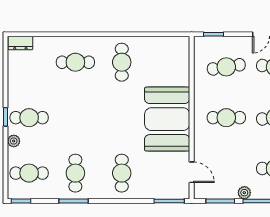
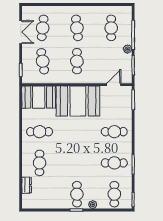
dresser: (20, 43) -> (27, 185), moved
booth: (173, 61) -> (39, 97), added

